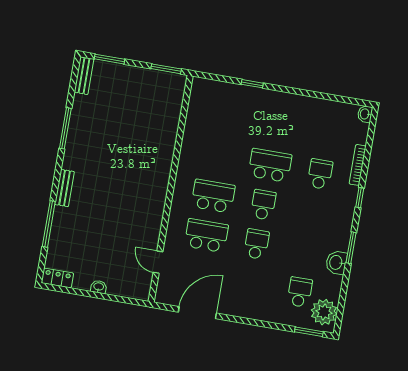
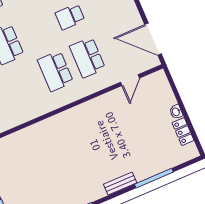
school desk: (263, 205) -> (38, 30), removed
locker: (57, 278) -> (183, 132), moved
door: (197, 313) -> (153, 39), moved

